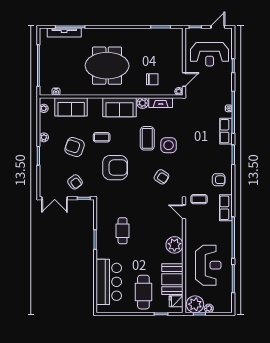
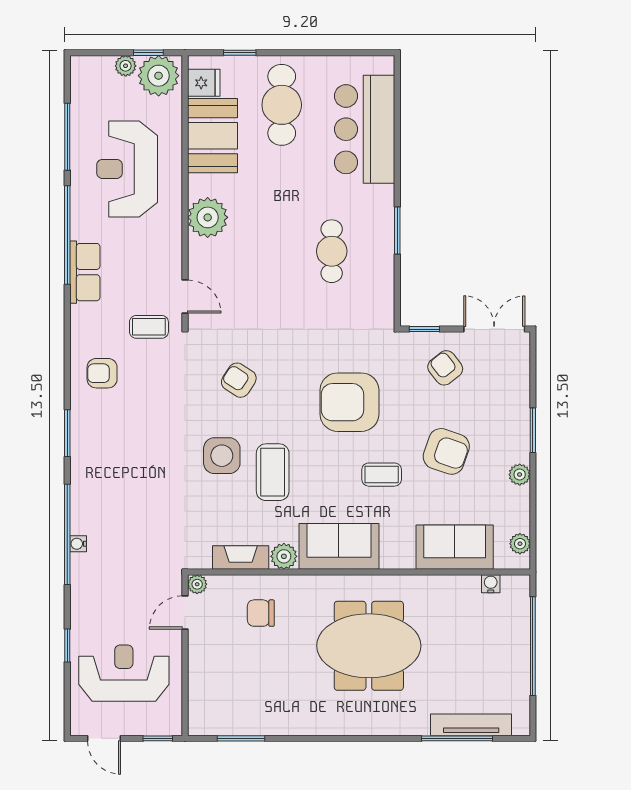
door: (218, 27) -> (104, 738), hinge flipped
row of seats: (226, 131) -> (85, 489), removed
row of seats: (226, 208) -> (85, 272), moved

